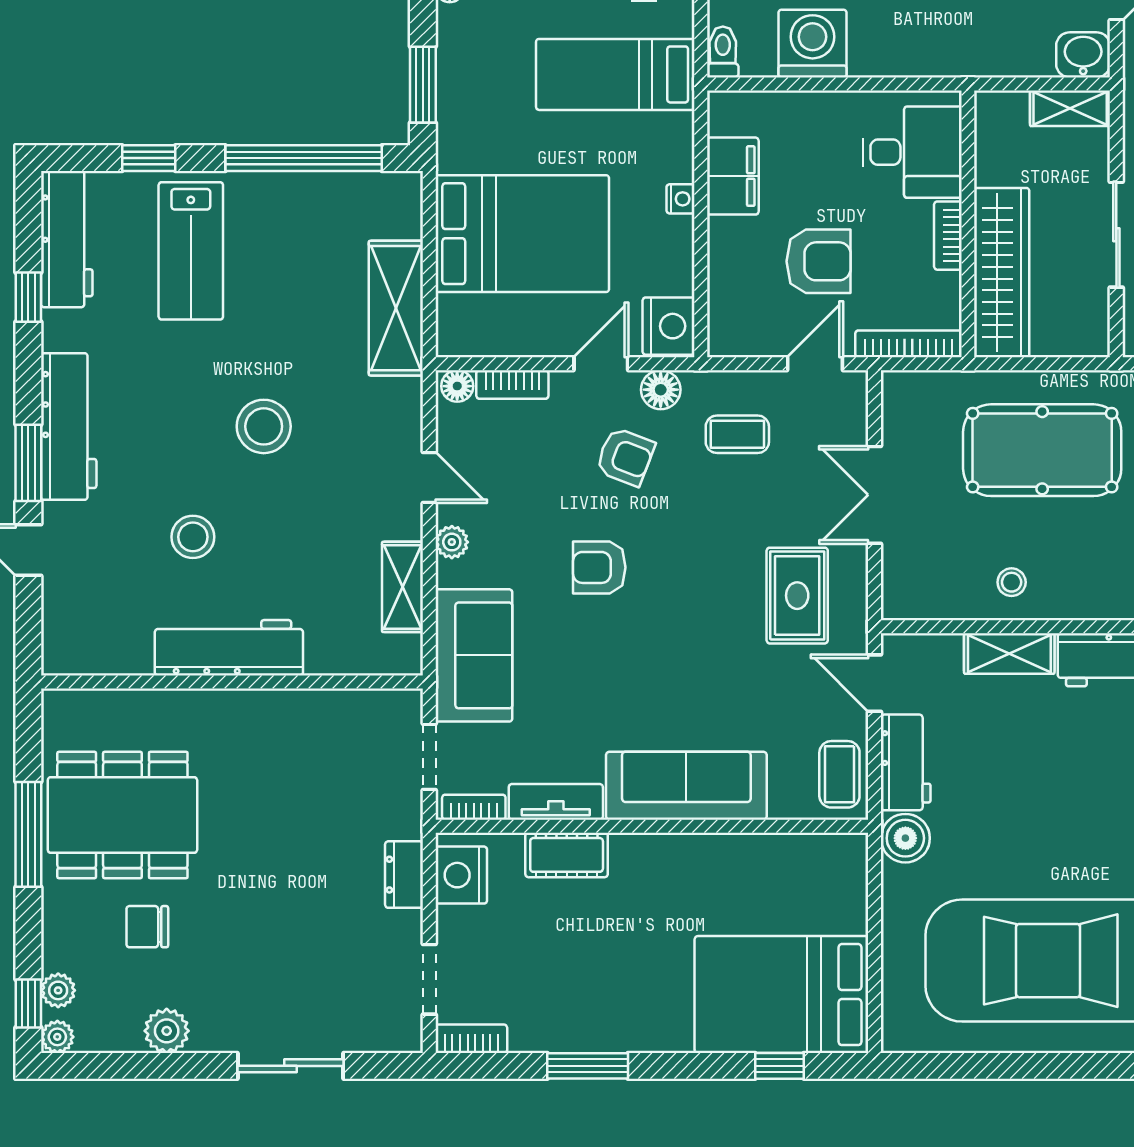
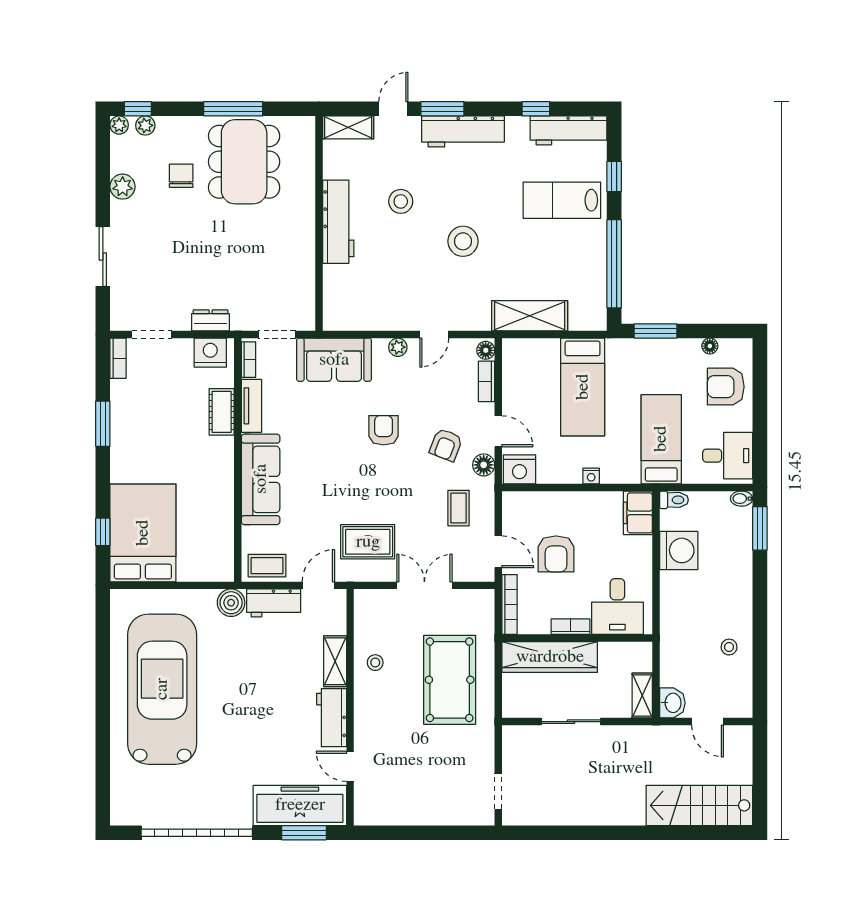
filing cabinet: (733, 176) -> (638, 513), moved, turned 90
bed: (522, 234) -> (583, 387), width x0.67
shelving: (402, 587) -> (348, 127), moved

